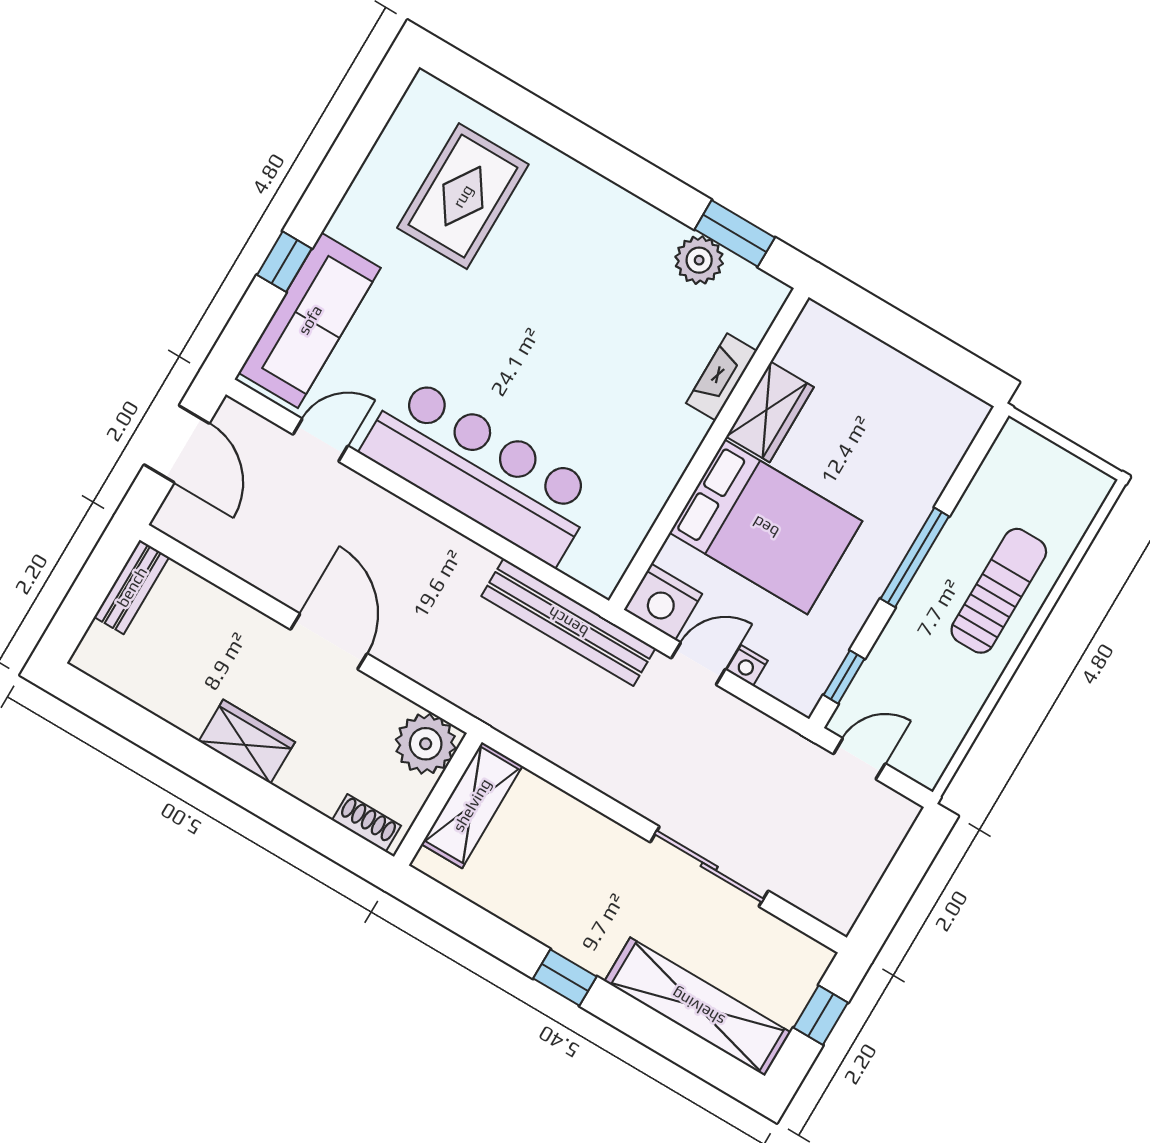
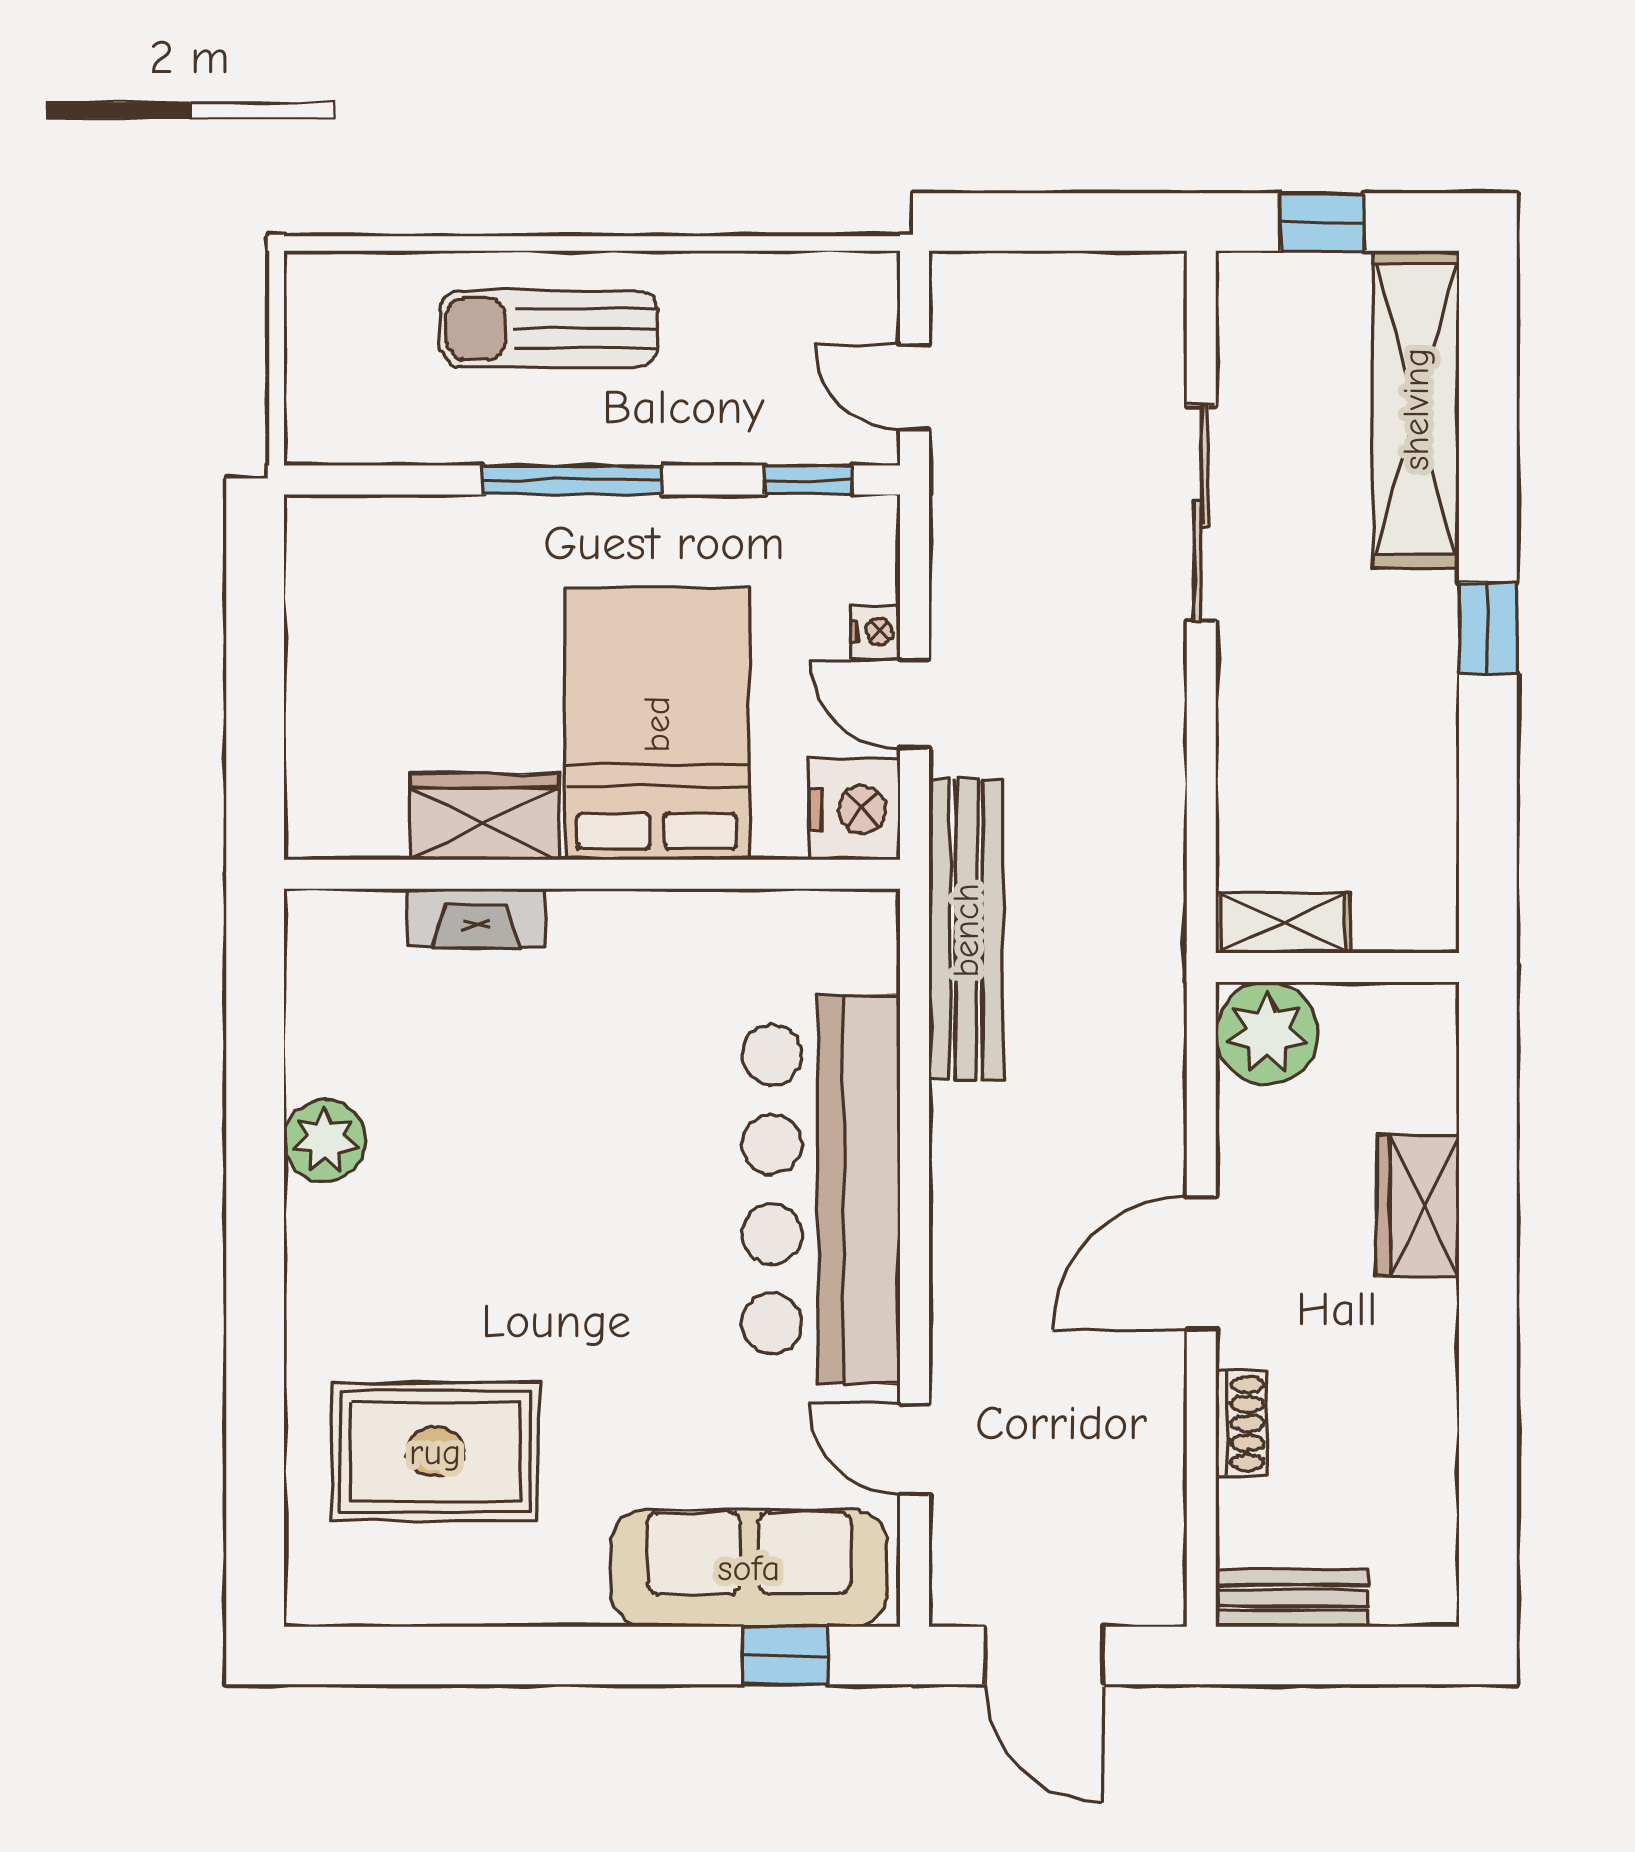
window: (735, 233) -> (255, 1023), removed
plant: (699, 260) -> (325, 1140), moved
window: (284, 262) -> (785, 1656), moved
door: (177, 444) -> (1044, 1656), swing flipped
wardrobe: (247, 742) -> (1418, 1206), moved
shelving: (472, 805) -> (1283, 923), width x0.67, depth x0.75
shoe rack: (367, 823) -> (1241, 1424), moved, turned 180

